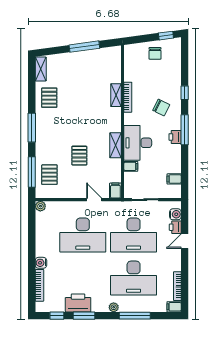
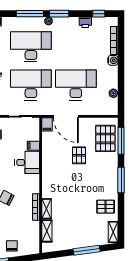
window: (84, 47) -> (87, 250), moved
pallet: (49, 98) -> (106, 207), turned 90
desk: (138, 143) -> (27, 162), width x0.73
shelving: (115, 145) -> (47, 231), moved
pallet: (49, 175) -> (105, 138), width x1.50, depth x1.42
door: (94, 200) -> (66, 116), width x1.88
plant: (40, 206) -> (113, 93), moved
printer: (78, 303) -> (85, 22), width x0.53, depth x0.68
window: (84, 316) -> (59, 14), moved

